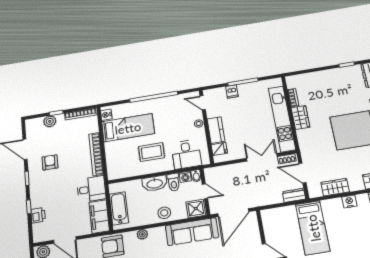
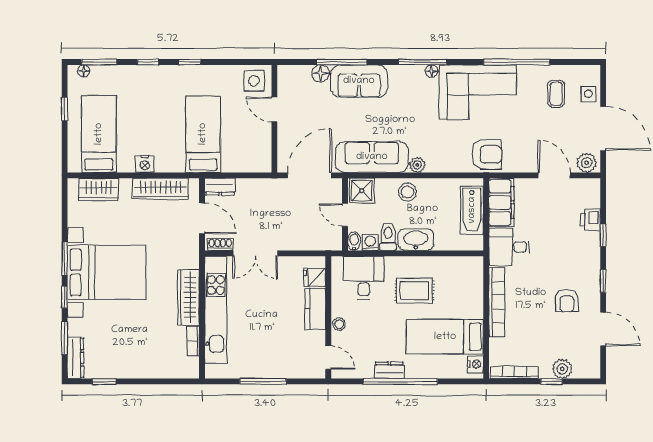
dishwasher: (232, 92) -> (282, 368), removed
dresser: (162, 102) -> (389, 370), added
wardrobe: (300, 117) -> (189, 297), width x1.50
wardrobe: (335, 187) -> (160, 189), width x1.50
plant: (142, 234) -> (417, 165), moved

